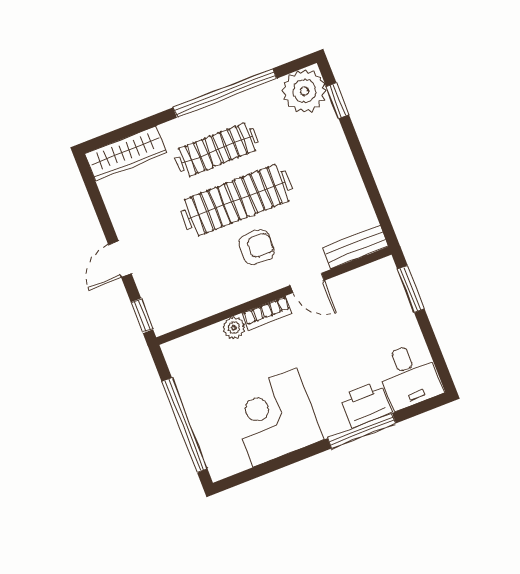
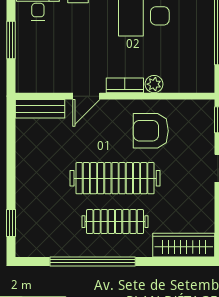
plant: (305, 91) -> (33, 240), removed
armchair: (257, 247) -> (151, 131), moved, width x1.38, depth x1.38
door: (307, 283) -> (86, 96), swing flipped
window: (411, 289) -> (11, 40), moved

